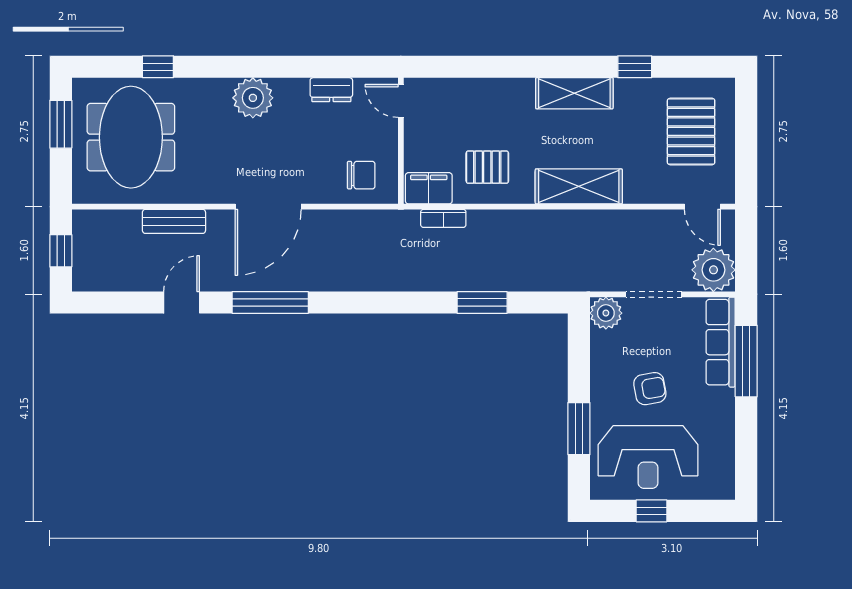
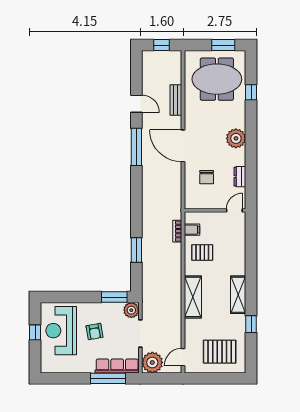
pallet: (487, 167) -> (202, 252), turned 90
chair: (361, 175) -> (207, 177), moved
filing cabinet: (429, 188) -> (192, 230), width x0.50
window: (579, 429) -> (114, 297), moved

